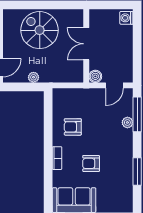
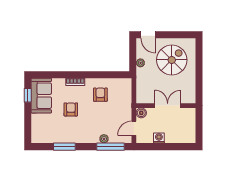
washing machine: (126, 18) -> (159, 138), moved
spiral stairs: (40, 30) -> (172, 60), moved
door: (114, 85) -> (134, 128), hinge flipped

